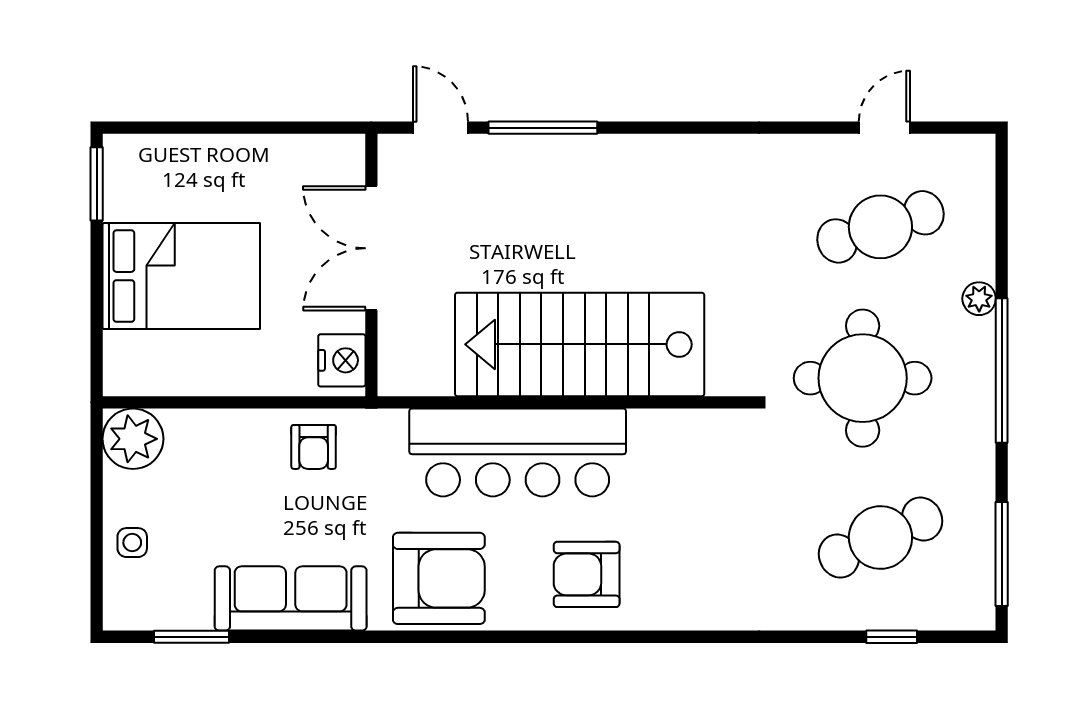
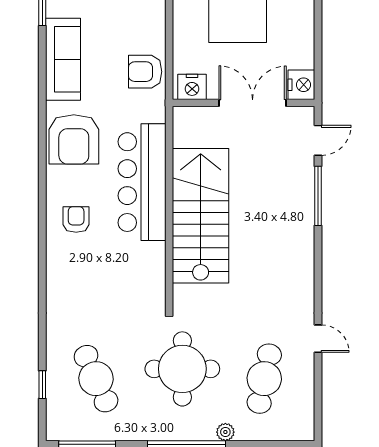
door: (884, 128) -> (318, 339), moved
nightstand: (338, 158) -> (301, 85), added
cafe table: (880, 227) -> (264, 379), turned 30
armchair: (314, 447) -> (145, 72), width x1.38, depth x1.38
armchair: (587, 574) -> (76, 219), width x0.72, depth x0.72

